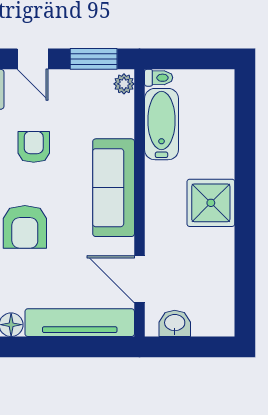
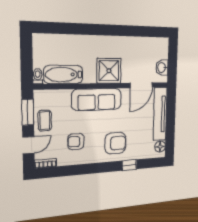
plant: (124, 84) -> (42, 95), removed
coffee table: (77, 89) -> (45, 121), added
shower: (211, 203) -> (109, 71), moved

